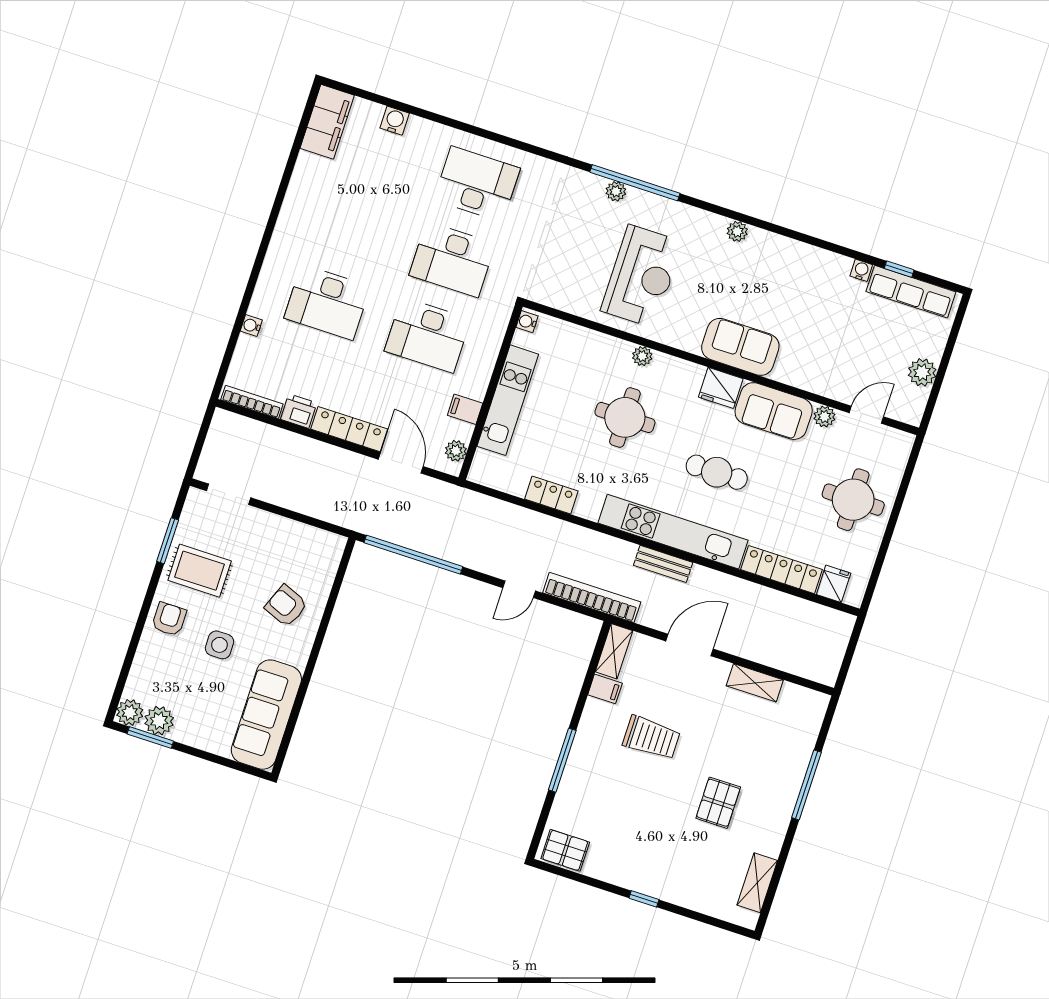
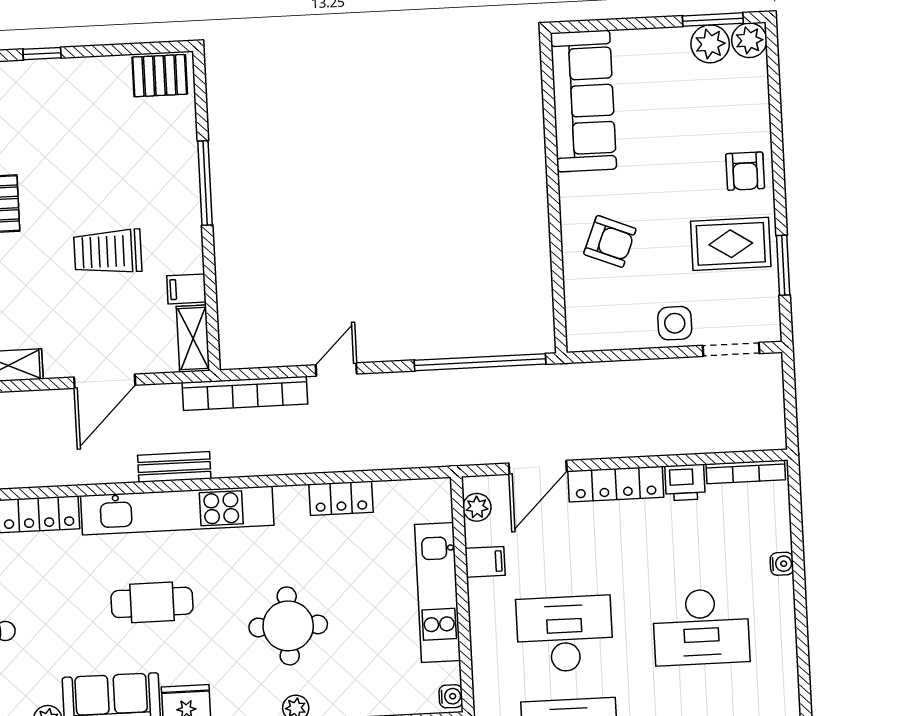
desk: (327, 302) -> (701, 627), turned 180
door: (401, 463) -> (538, 467), hinge flipped
side table: (219, 645) -> (675, 323), moved

